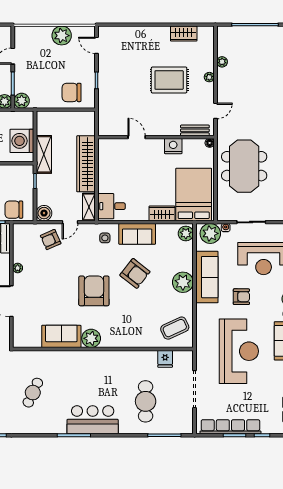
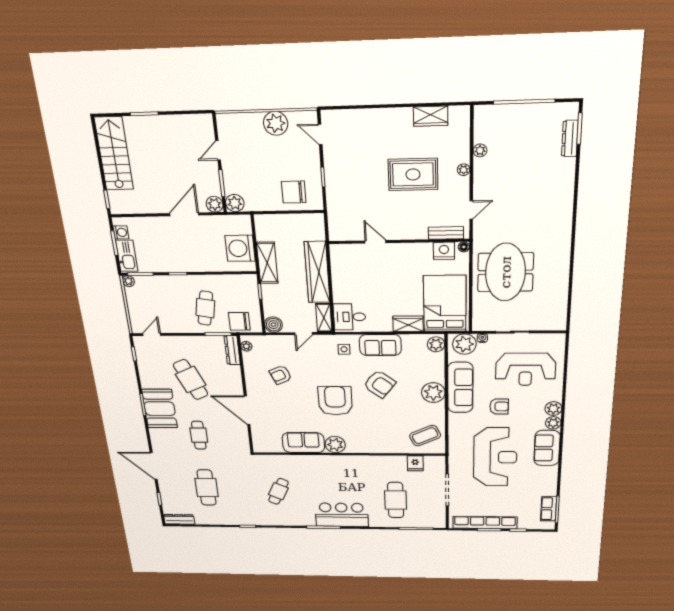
nightstand: (173, 146) -> (444, 251), moved
armchair: (51, 240) -> (281, 375), moved
plant: (18, 268) -> (246, 346), moved

